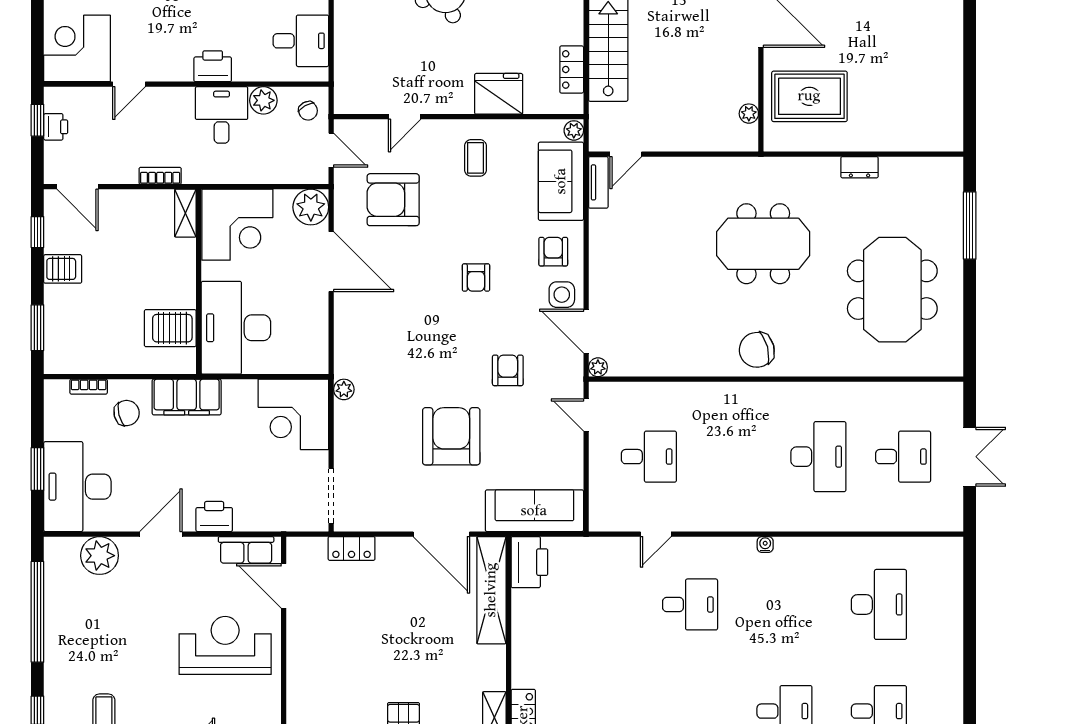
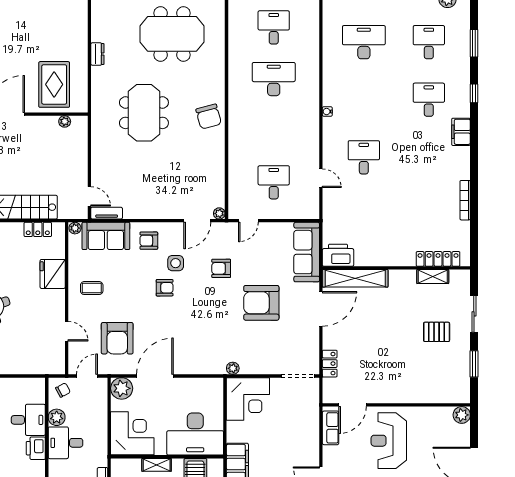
desk: (301, 41) -> (28, 420), moved, turned 90
shelving: (185, 213) -> (157, 465), moved
side table: (562, 295) -> (176, 263), moved
printer: (214, 517) -> (310, 447), removed

